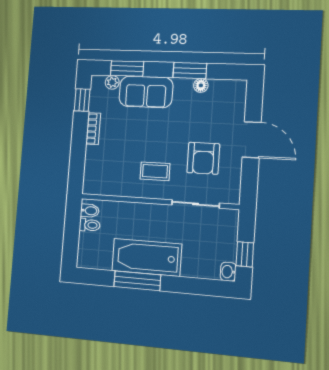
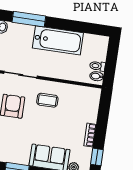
floor lamp: (201, 85) -> (10, 158), removed
window: (137, 281) -> (29, 19), moved

